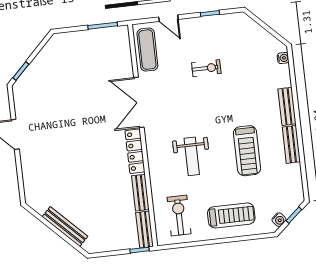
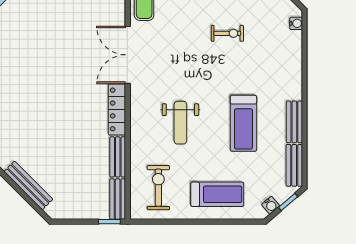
exercise bike: (206, 68) -> (227, 33), moved
bench: (287, 106) -> (294, 165), moved

